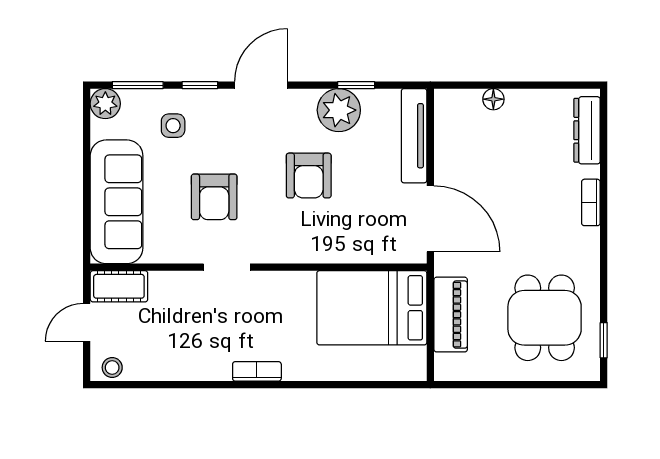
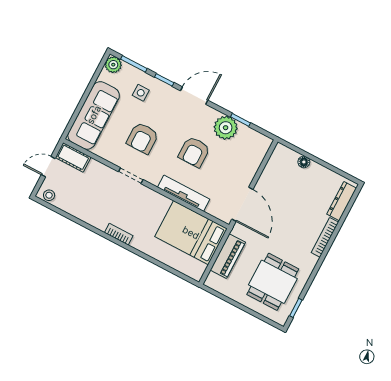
tv unit: (414, 136) -> (184, 193), moved, turned 90
bookcase: (591, 202) -> (325, 237), width x1.56

